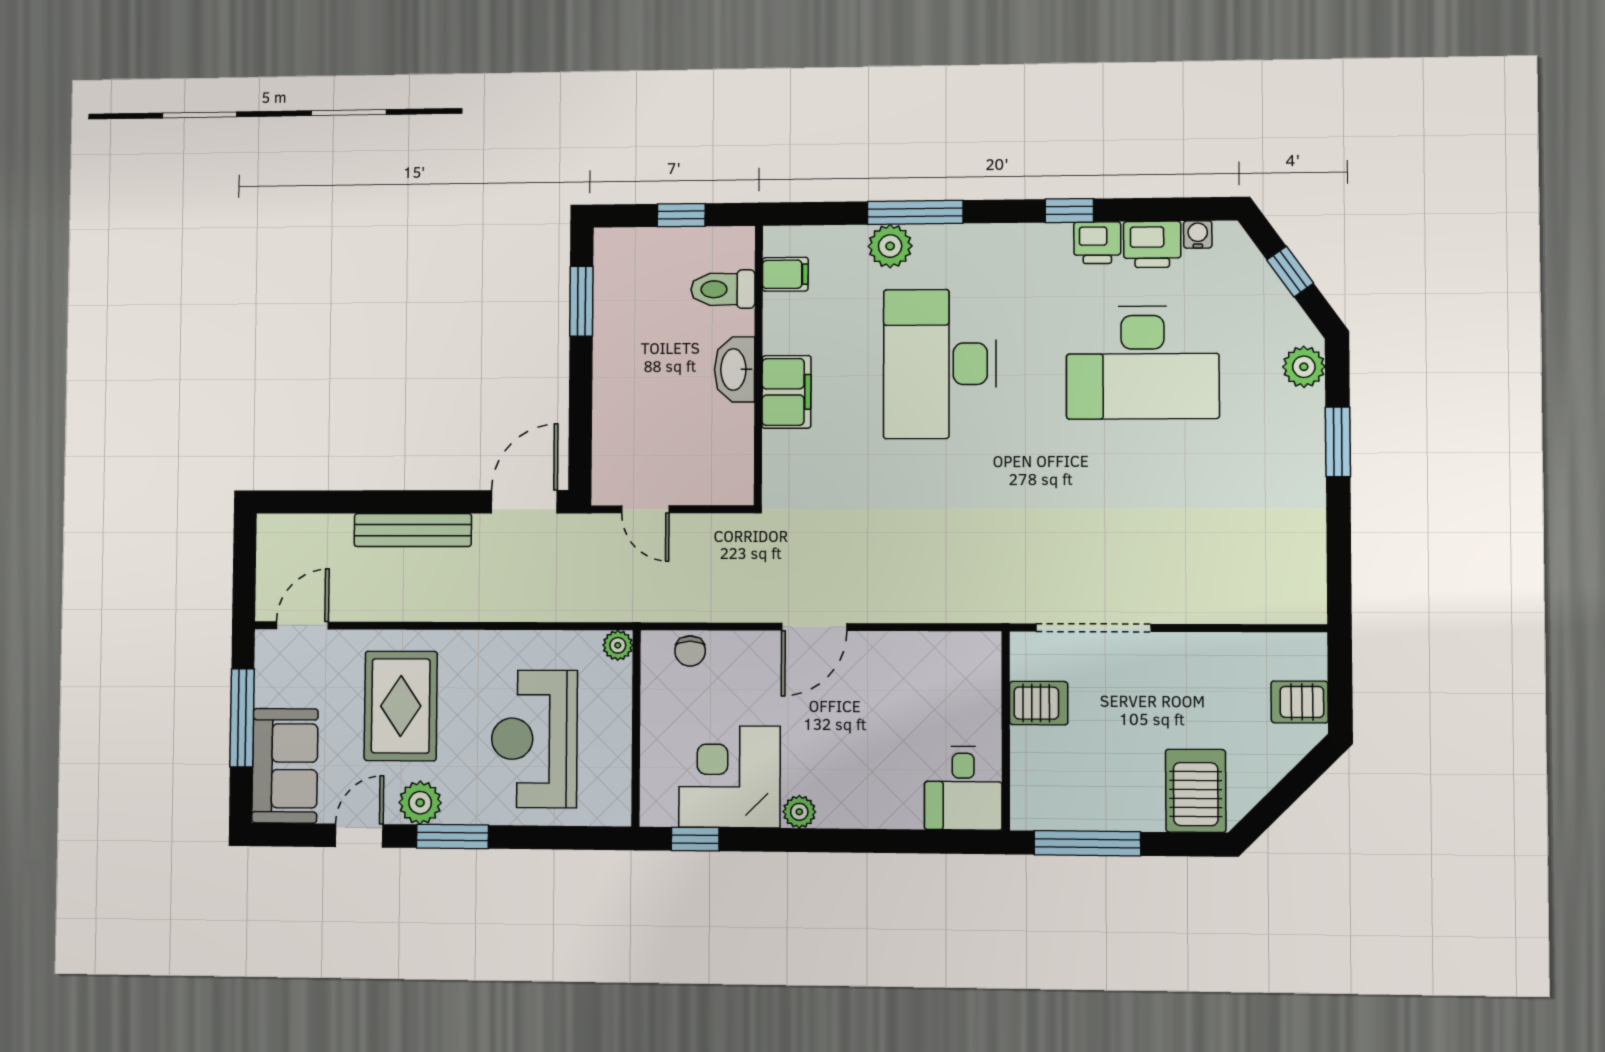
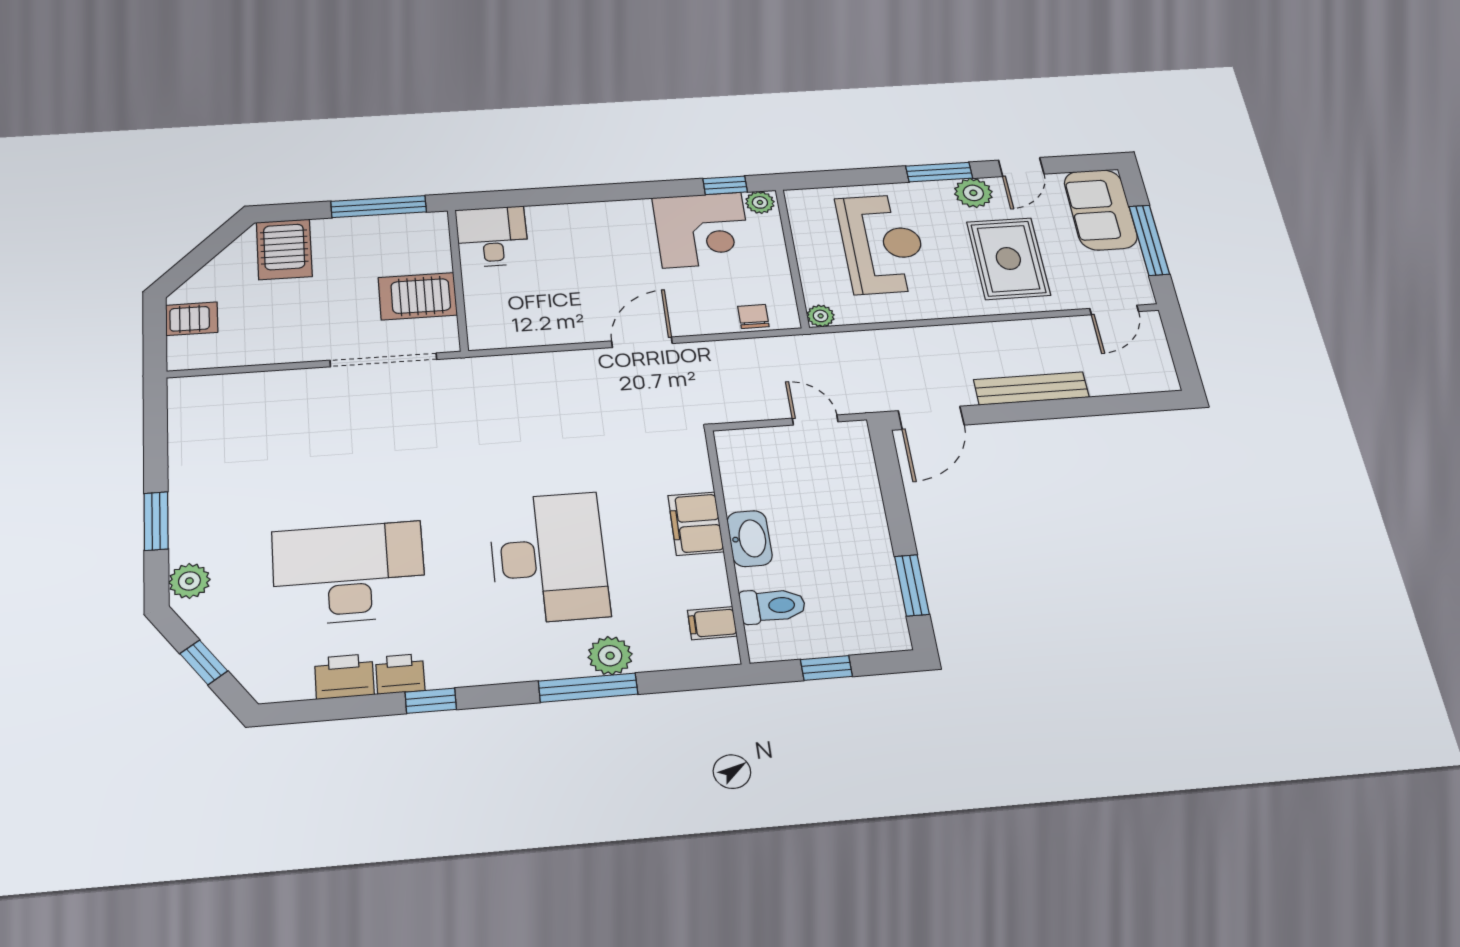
water cooler: (1198, 234) -> (298, 689), removed
server rack: (1039, 703) -> (418, 296), width x1.36, depth x1.44
plant: (799, 812) -> (760, 202), moved

